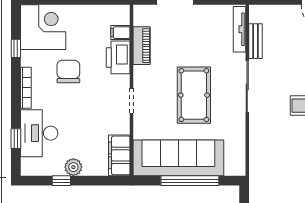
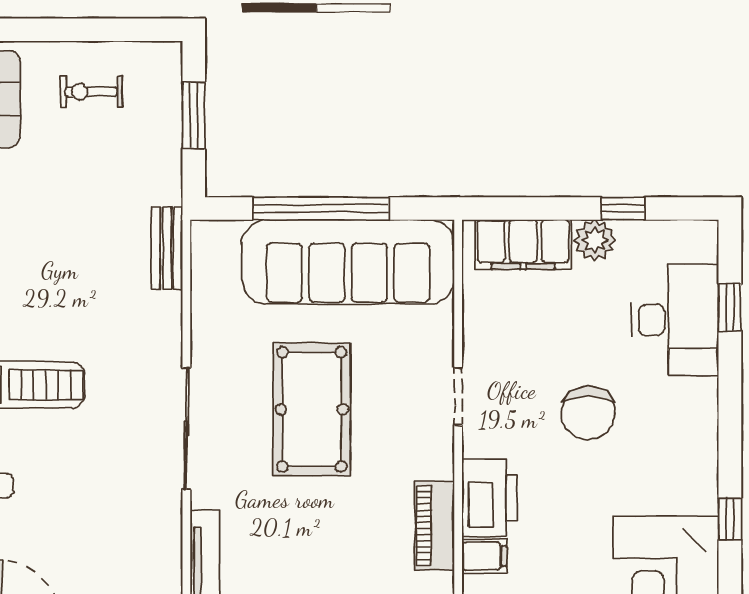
bench: (255, 41) -> (167, 248), moved
chair: (68, 72) -> (588, 413), moved
bookcase: (26, 88) -> (706, 427), removed
filing cabinet: (119, 155) -> (523, 245), moved, turned 90

